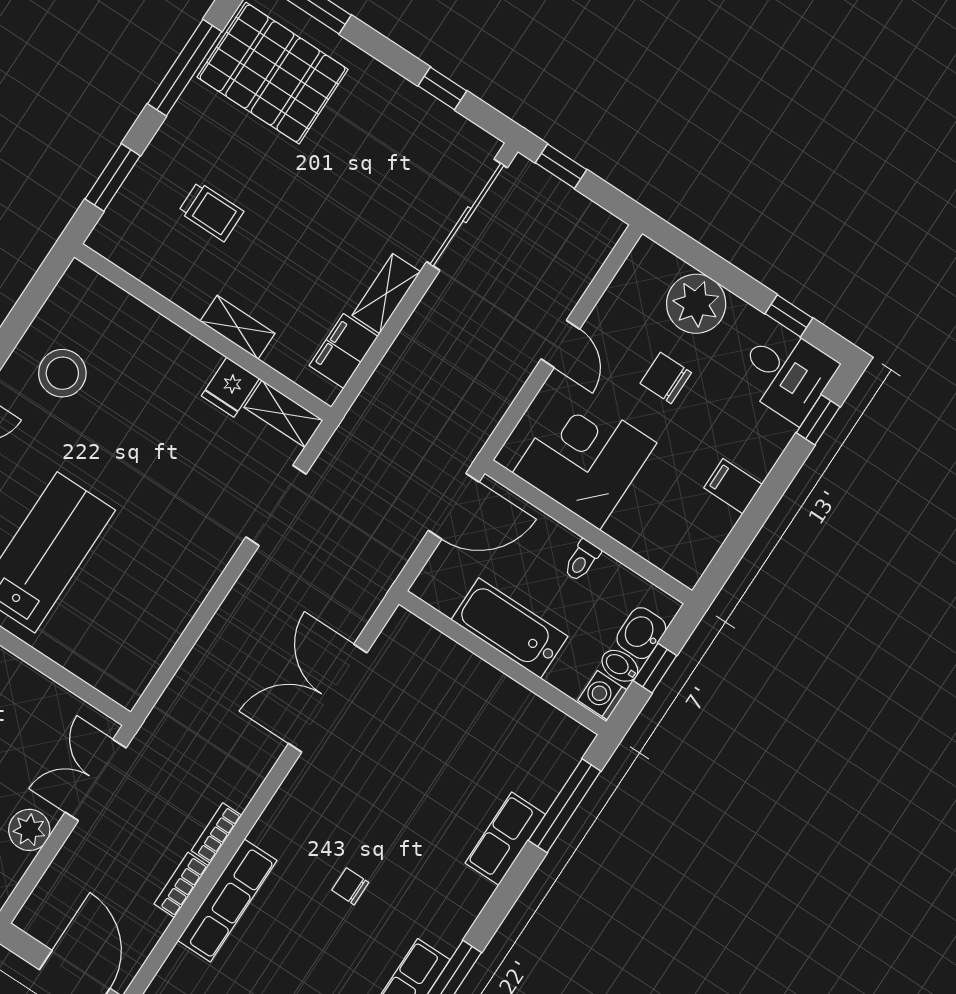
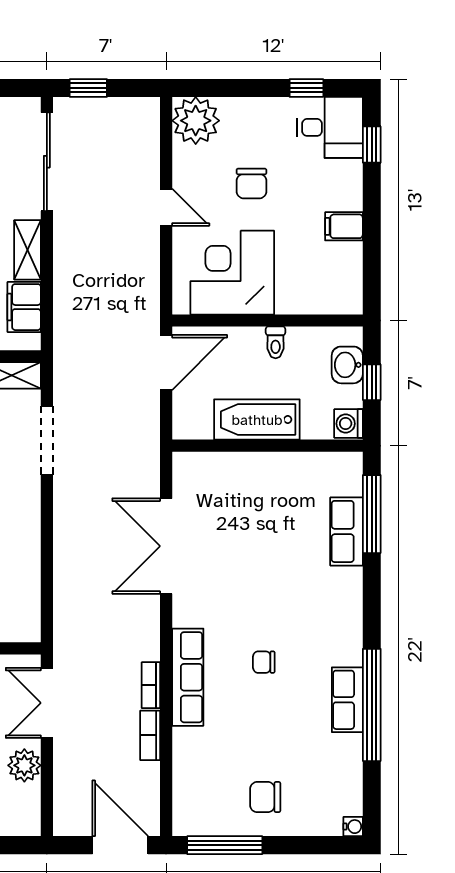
plant: (696, 304) -> (196, 121), moved
chair: (666, 378) -> (251, 183), turned -90
bidet: (620, 666) -> (347, 396), removed
row of seats: (505, 839) -> (347, 531), moved
row of seats: (227, 900) -> (188, 677), moved

